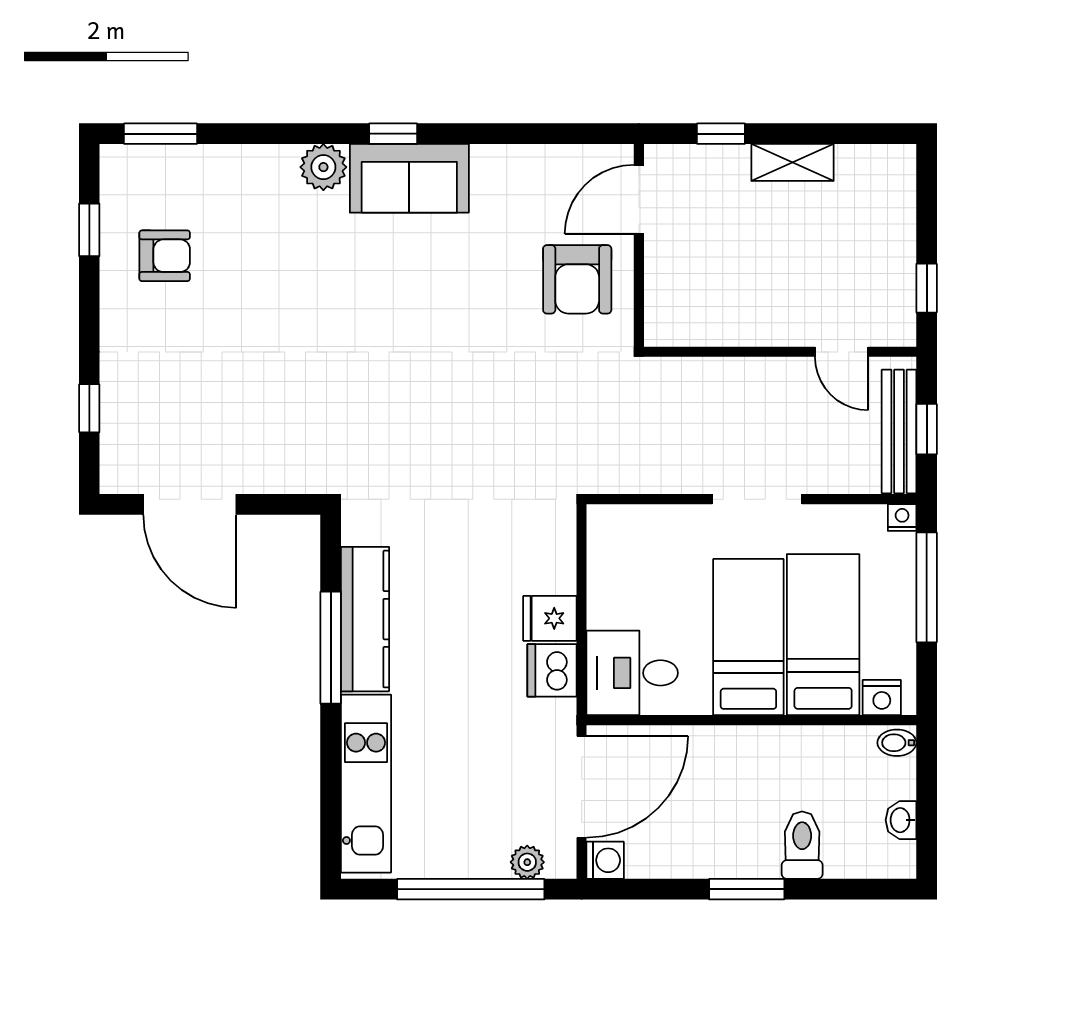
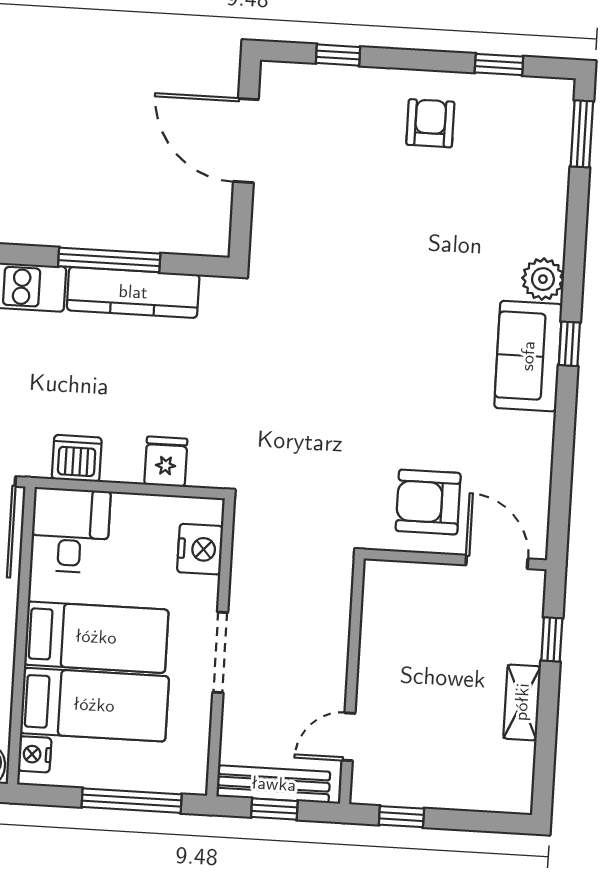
armchair: (165, 256) -> (430, 123), moved, turned 180
door: (190, 504) -> (246, 141), hinge flipped
nightstand: (902, 518) -> (200, 549), moved, width x1.89, depth x1.79
fridge: (550, 618) -> (166, 462), moved

